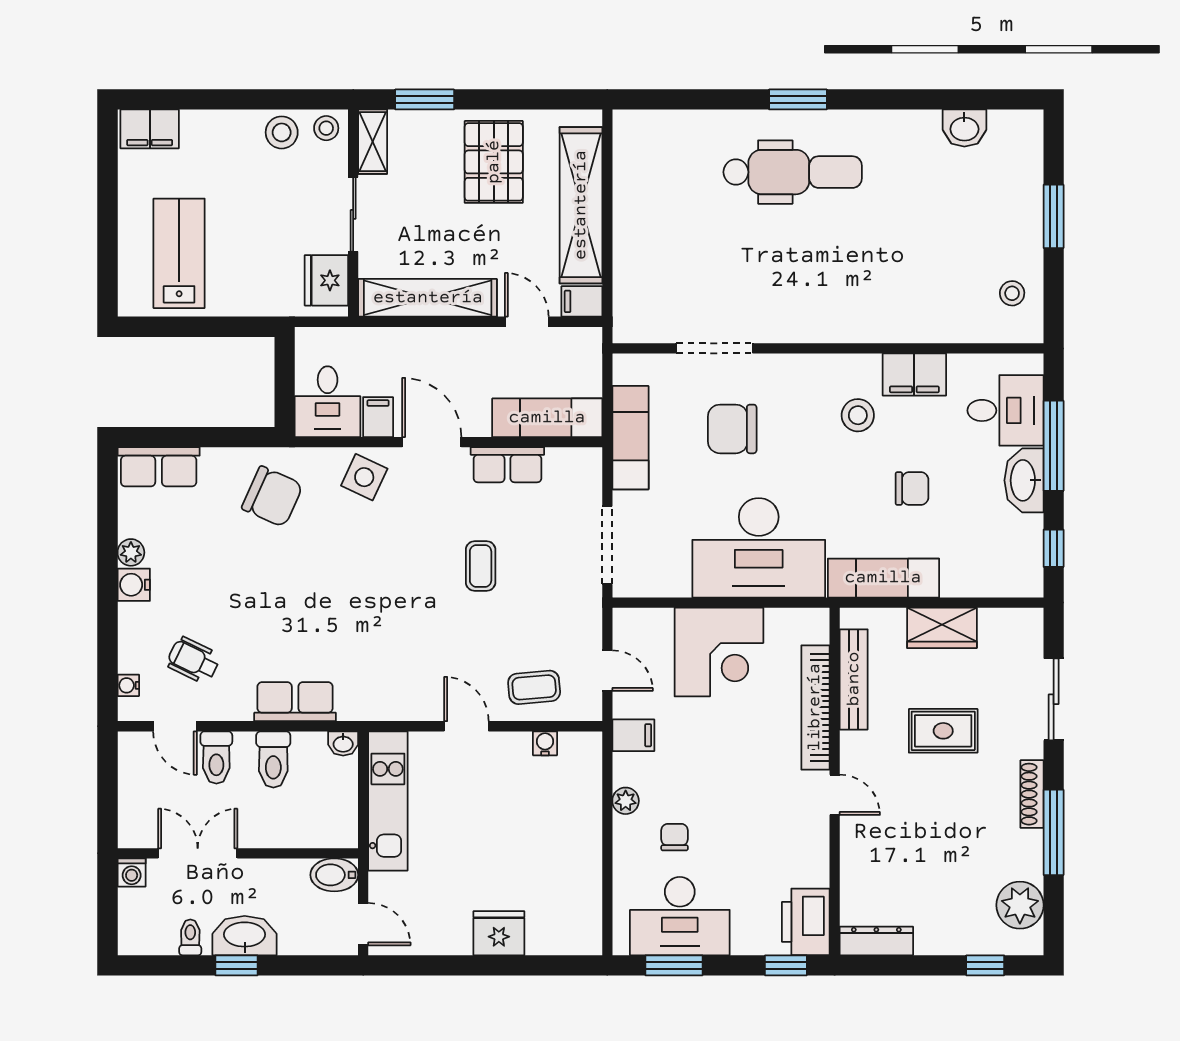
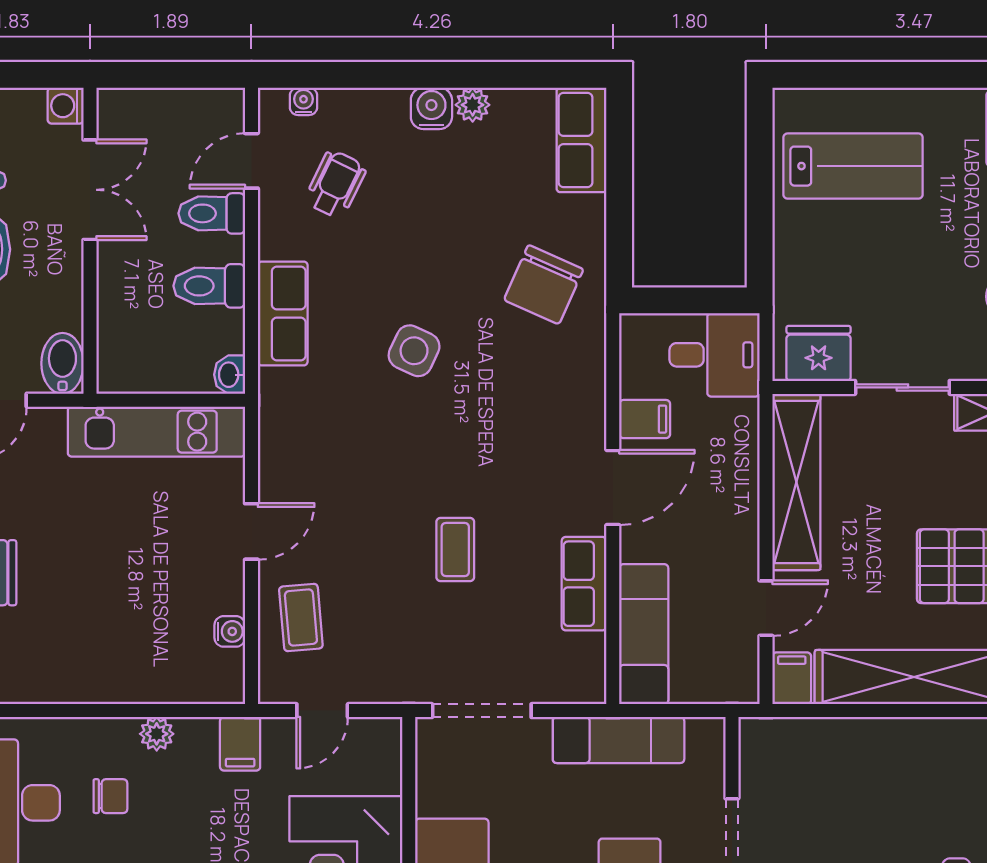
desk: (328, 402) -> (715, 355), moved, turned 180
side table: (364, 477) -> (414, 351), moved
coffee table: (481, 566) -> (455, 549), turned 90

